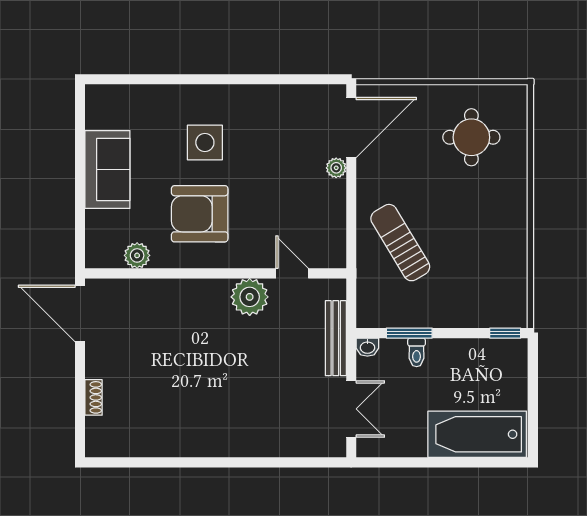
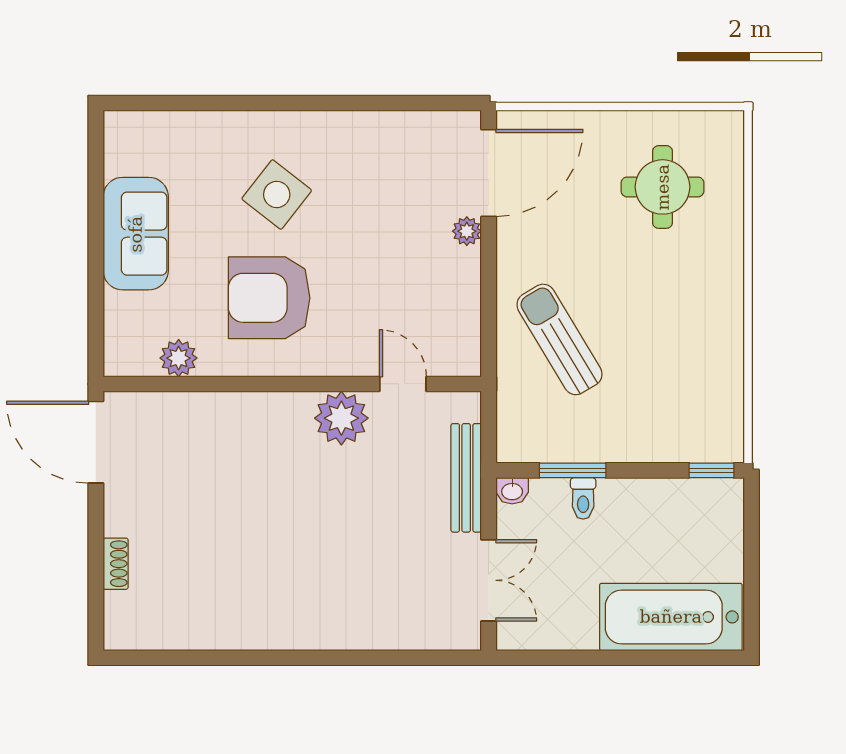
side table: (205, 142) -> (277, 194), turned 38

